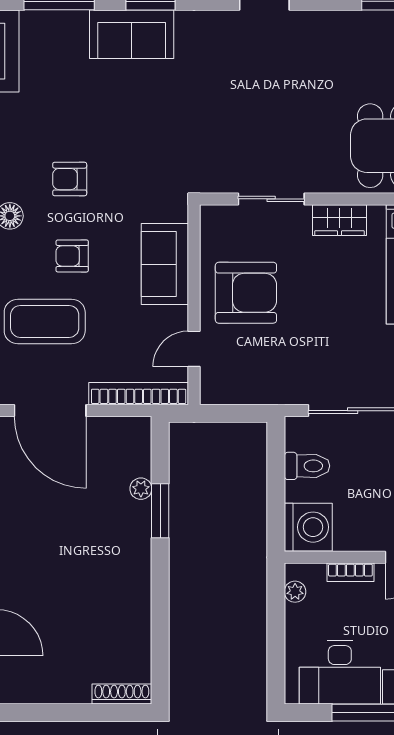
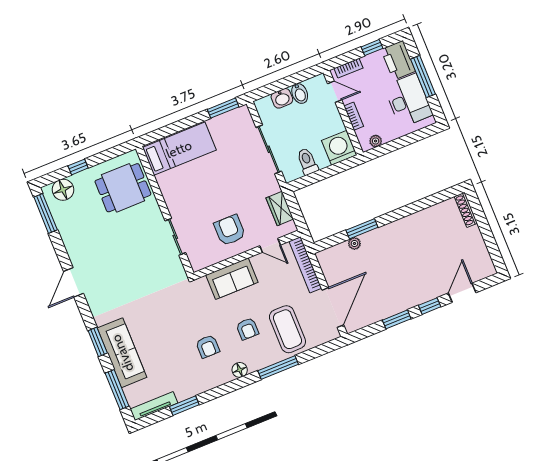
sofa: (132, 34) -> (122, 353), width x1.36
wardrobe: (340, 220) -> (280, 209), moved, turned 180
armchair: (246, 293) -> (230, 230), width x0.73, depth x0.73

